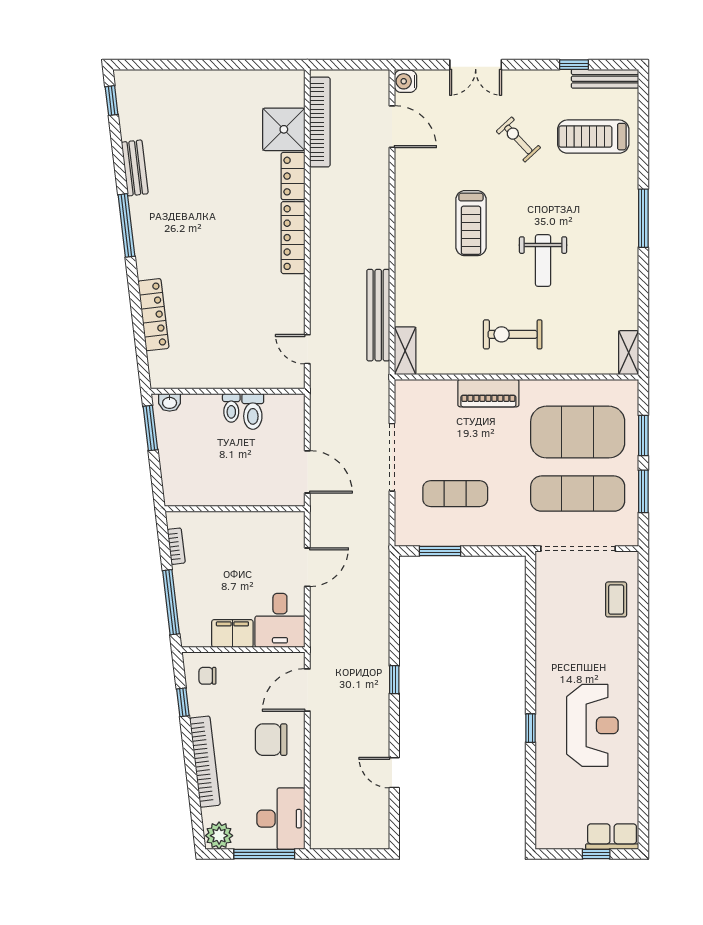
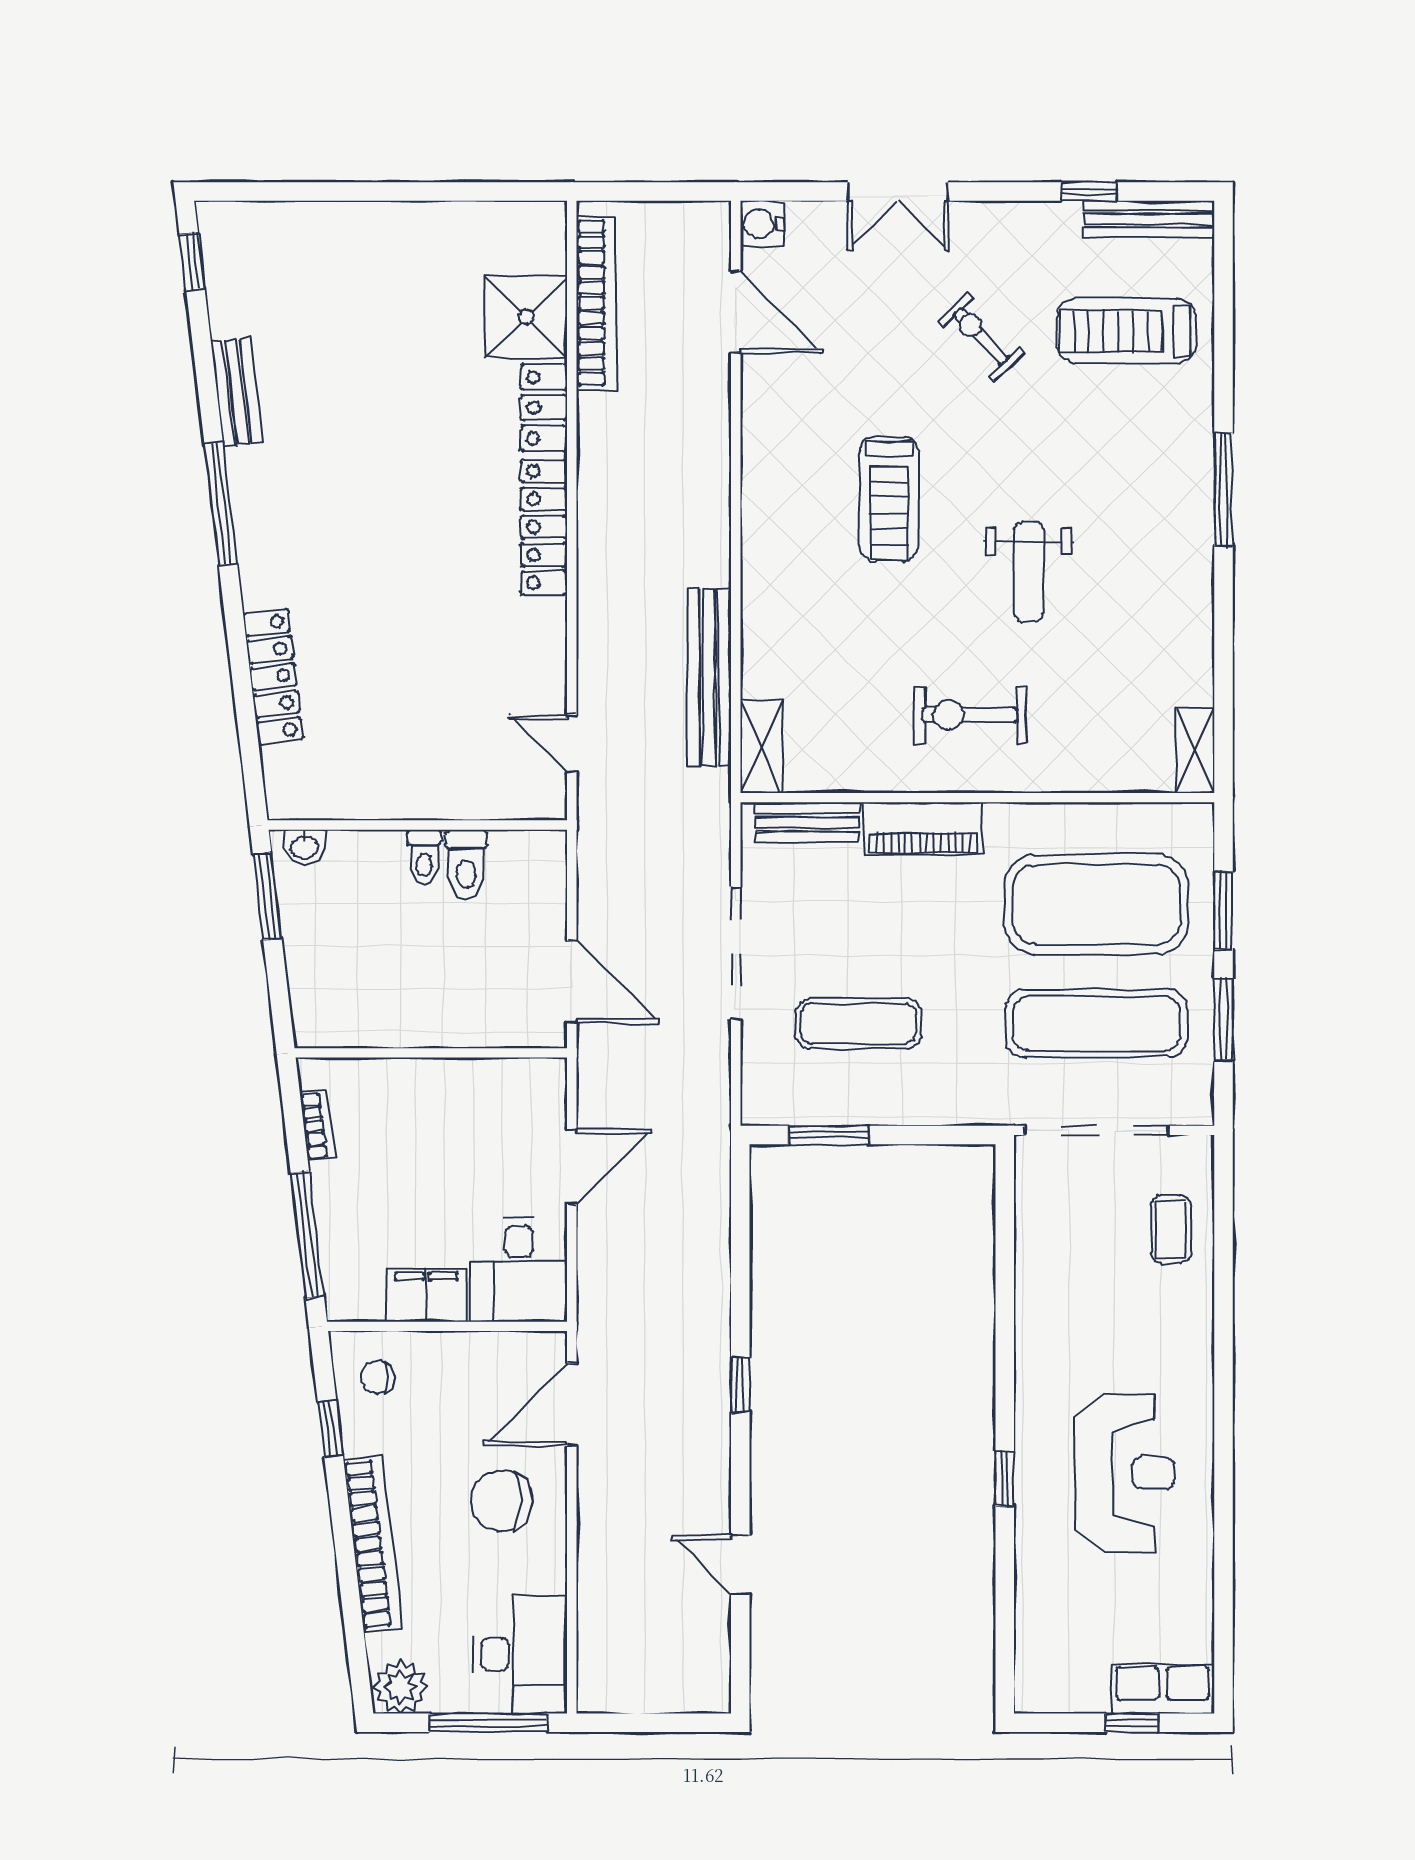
bench: (429, 390) -> (807, 822), added

